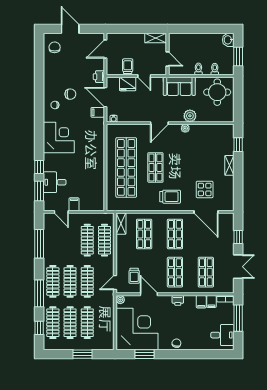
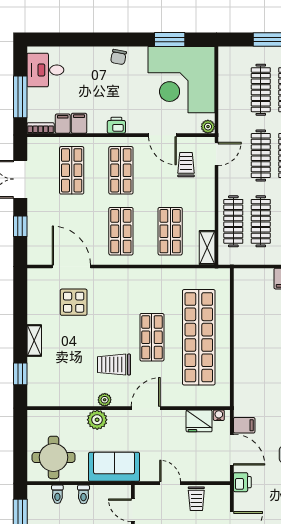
fridge: (128, 84) -> (199, 421), moved, turned 180
trolley: (170, 197) -> (114, 365), moved

